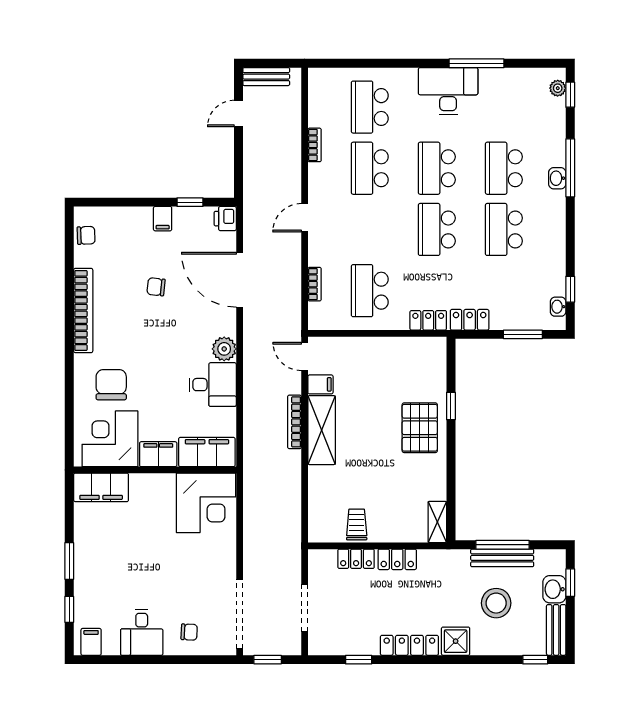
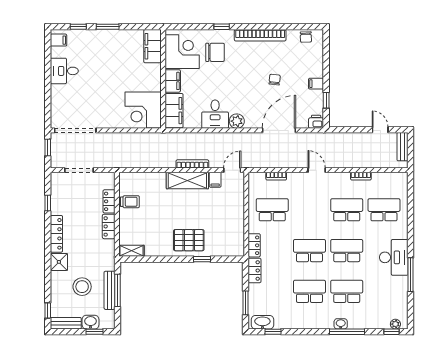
washbasin: (558, 307) -> (262, 322), width x1.91, depth x1.45
window: (69, 374) -> (222, 27), added
chair: (189, 632) -> (64, 100), removed

